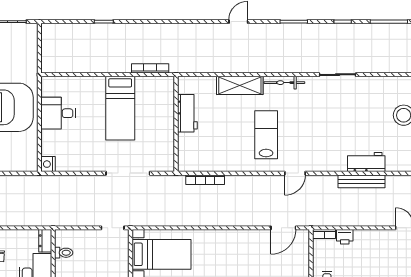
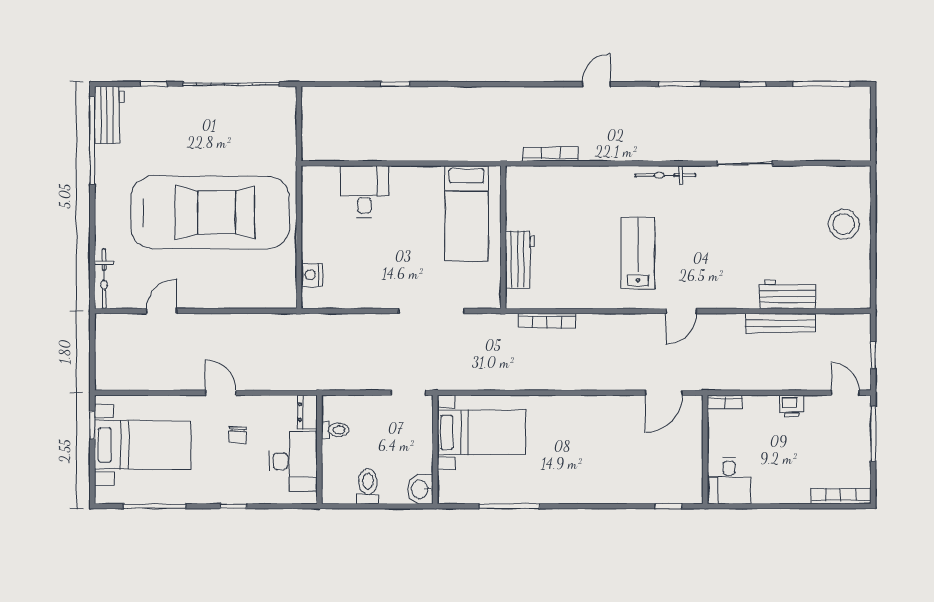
bookcase: (150, 68) -> (551, 154), moved
shelving: (240, 85) -> (599, 180), removed
bed: (120, 108) -> (467, 214), moved
desk: (58, 113) -> (364, 192), moved, turned 90
workbench: (187, 113) -> (520, 260), moved
nightstand: (48, 164) -> (312, 275), moved
printer: (345, 237) -> (792, 406), moved

